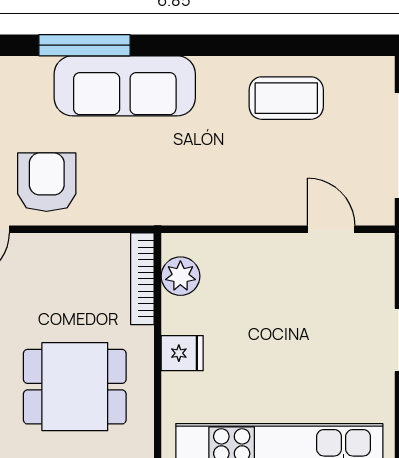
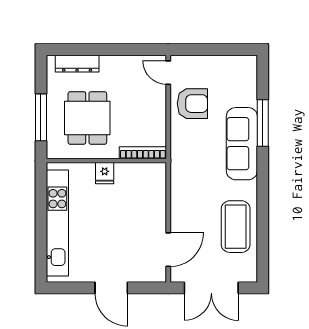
coffee table: (286, 98) -> (236, 227), width x1.36, depth x1.32
door: (331, 229) -> (168, 250), width x1.38
plant: (180, 276) -> (144, 172), removed

